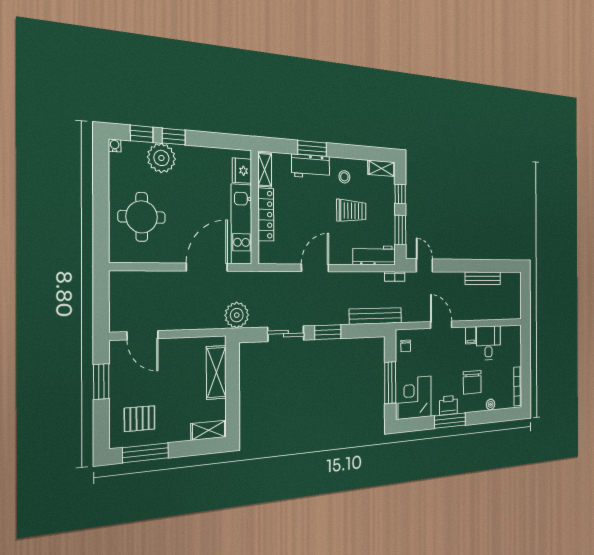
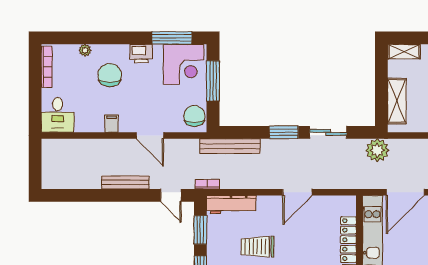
bench: (483, 278) -> (125, 182), moved
desk: (488, 343) -> (58, 115), moved
chair: (406, 346) -> (194, 116), width x1.87, depth x1.87
window: (450, 421) -> (172, 38), moved

